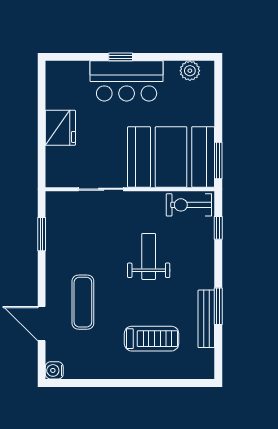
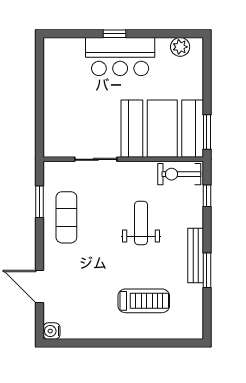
fridge: (60, 128) -> (57, 101), removed
exercise mat: (83, 302) -> (66, 217), moved
bench: (206, 319) -> (196, 256), moved

